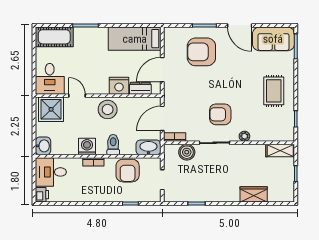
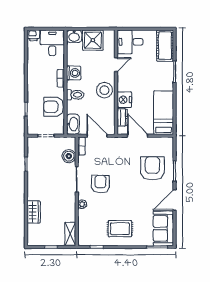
shower: (51, 109) -> (93, 40), moved

